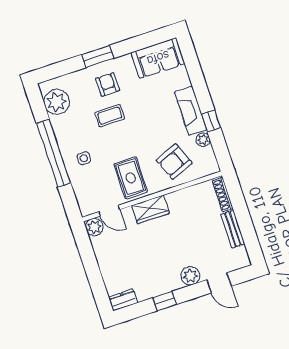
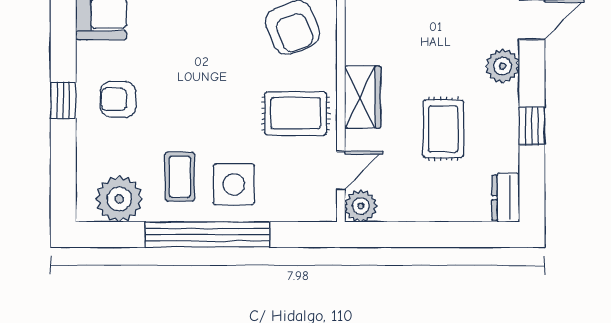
window: (98, 56) -> (63, 100), width x0.67
coffee table: (110, 116) -> (180, 177), moved
side table: (84, 158) -> (234, 184), width x1.87, depth x1.87
rug: (148, 256) -> (443, 129), added

